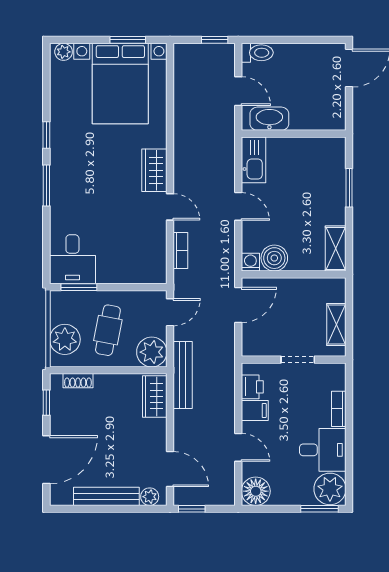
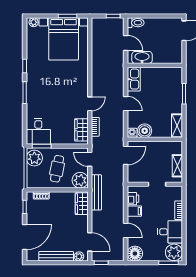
wardrobe: (154, 170) -> (81, 130), moved
door: (170, 207) -> (90, 104), hinge flipped
door: (170, 312) -> (90, 159), swing flipped
plant: (65, 339) -> (34, 158), moved

